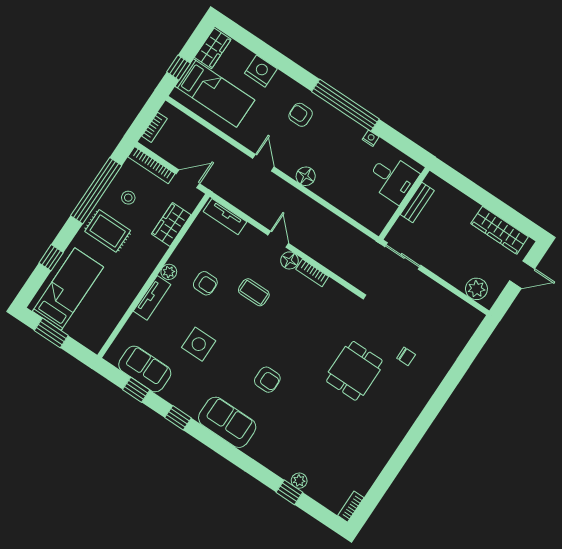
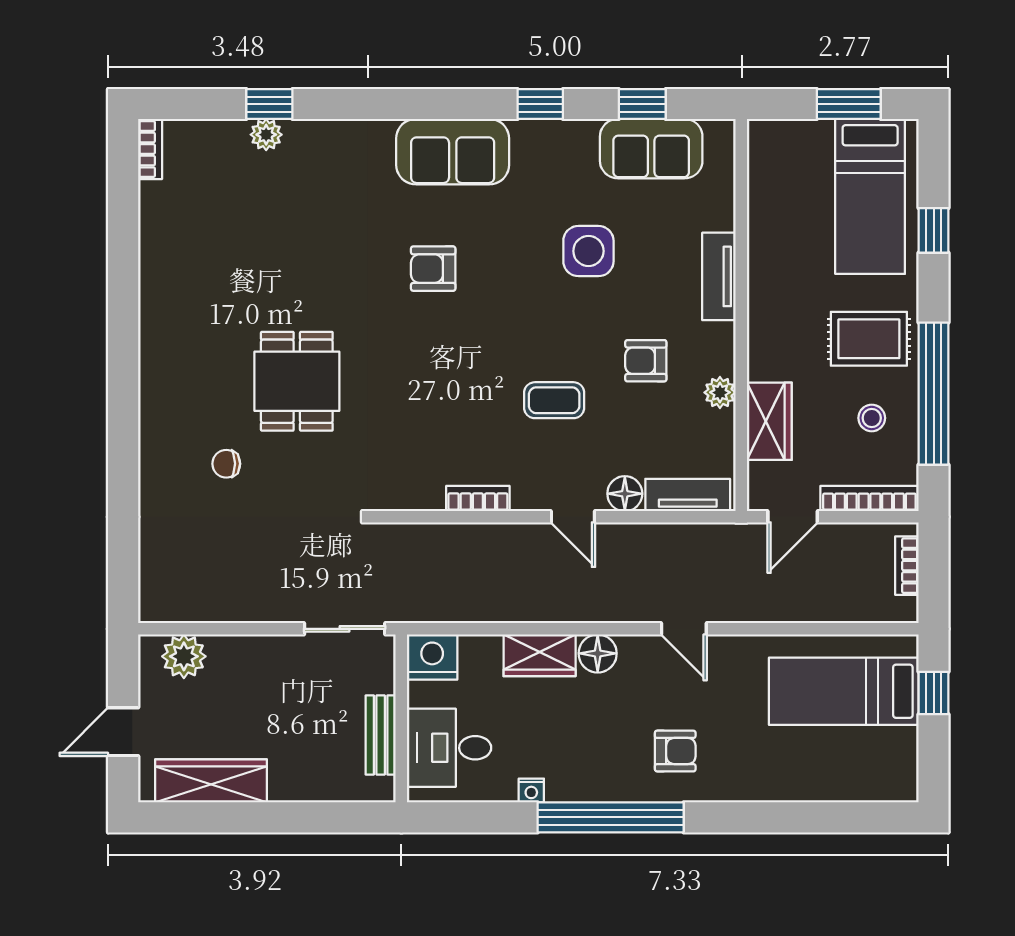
wardrobe: (213, 48) -> (540, 655), moved, turned -90
nightstand: (261, 71) -> (432, 657), moved, turned 180
floor lamp: (289, 260) -> (625, 494), moved
plant: (169, 272) -> (720, 392), moved

